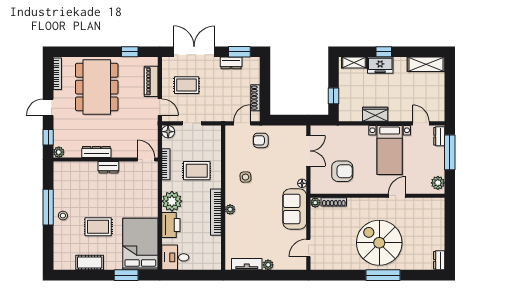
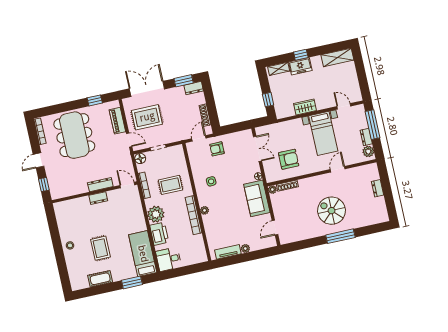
dresser: (231, 63) -> (194, 88), moved
rug: (187, 85) -> (147, 117), width x1.36, depth x1.43
dresser: (439, 136) -> (366, 137), moved
plant: (59, 152) -> (55, 195), removed
dresser: (96, 152) -> (100, 185), moved
window: (48, 207) -> (56, 241), removed
rug: (98, 227) -> (100, 248), turned 90
spiral stairs: (379, 243) -> (332, 211), width x0.73, depth x0.73
bed: (140, 244) -> (143, 254), width x0.67
dresser: (439, 260) -> (378, 188), moved

